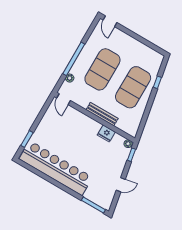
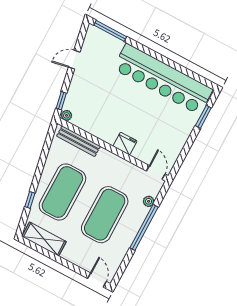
shelving: (148, 53) -> (44, 239), added
bench: (102, 114) -> (79, 141), moved
fridge: (106, 133) -> (125, 144), moved

